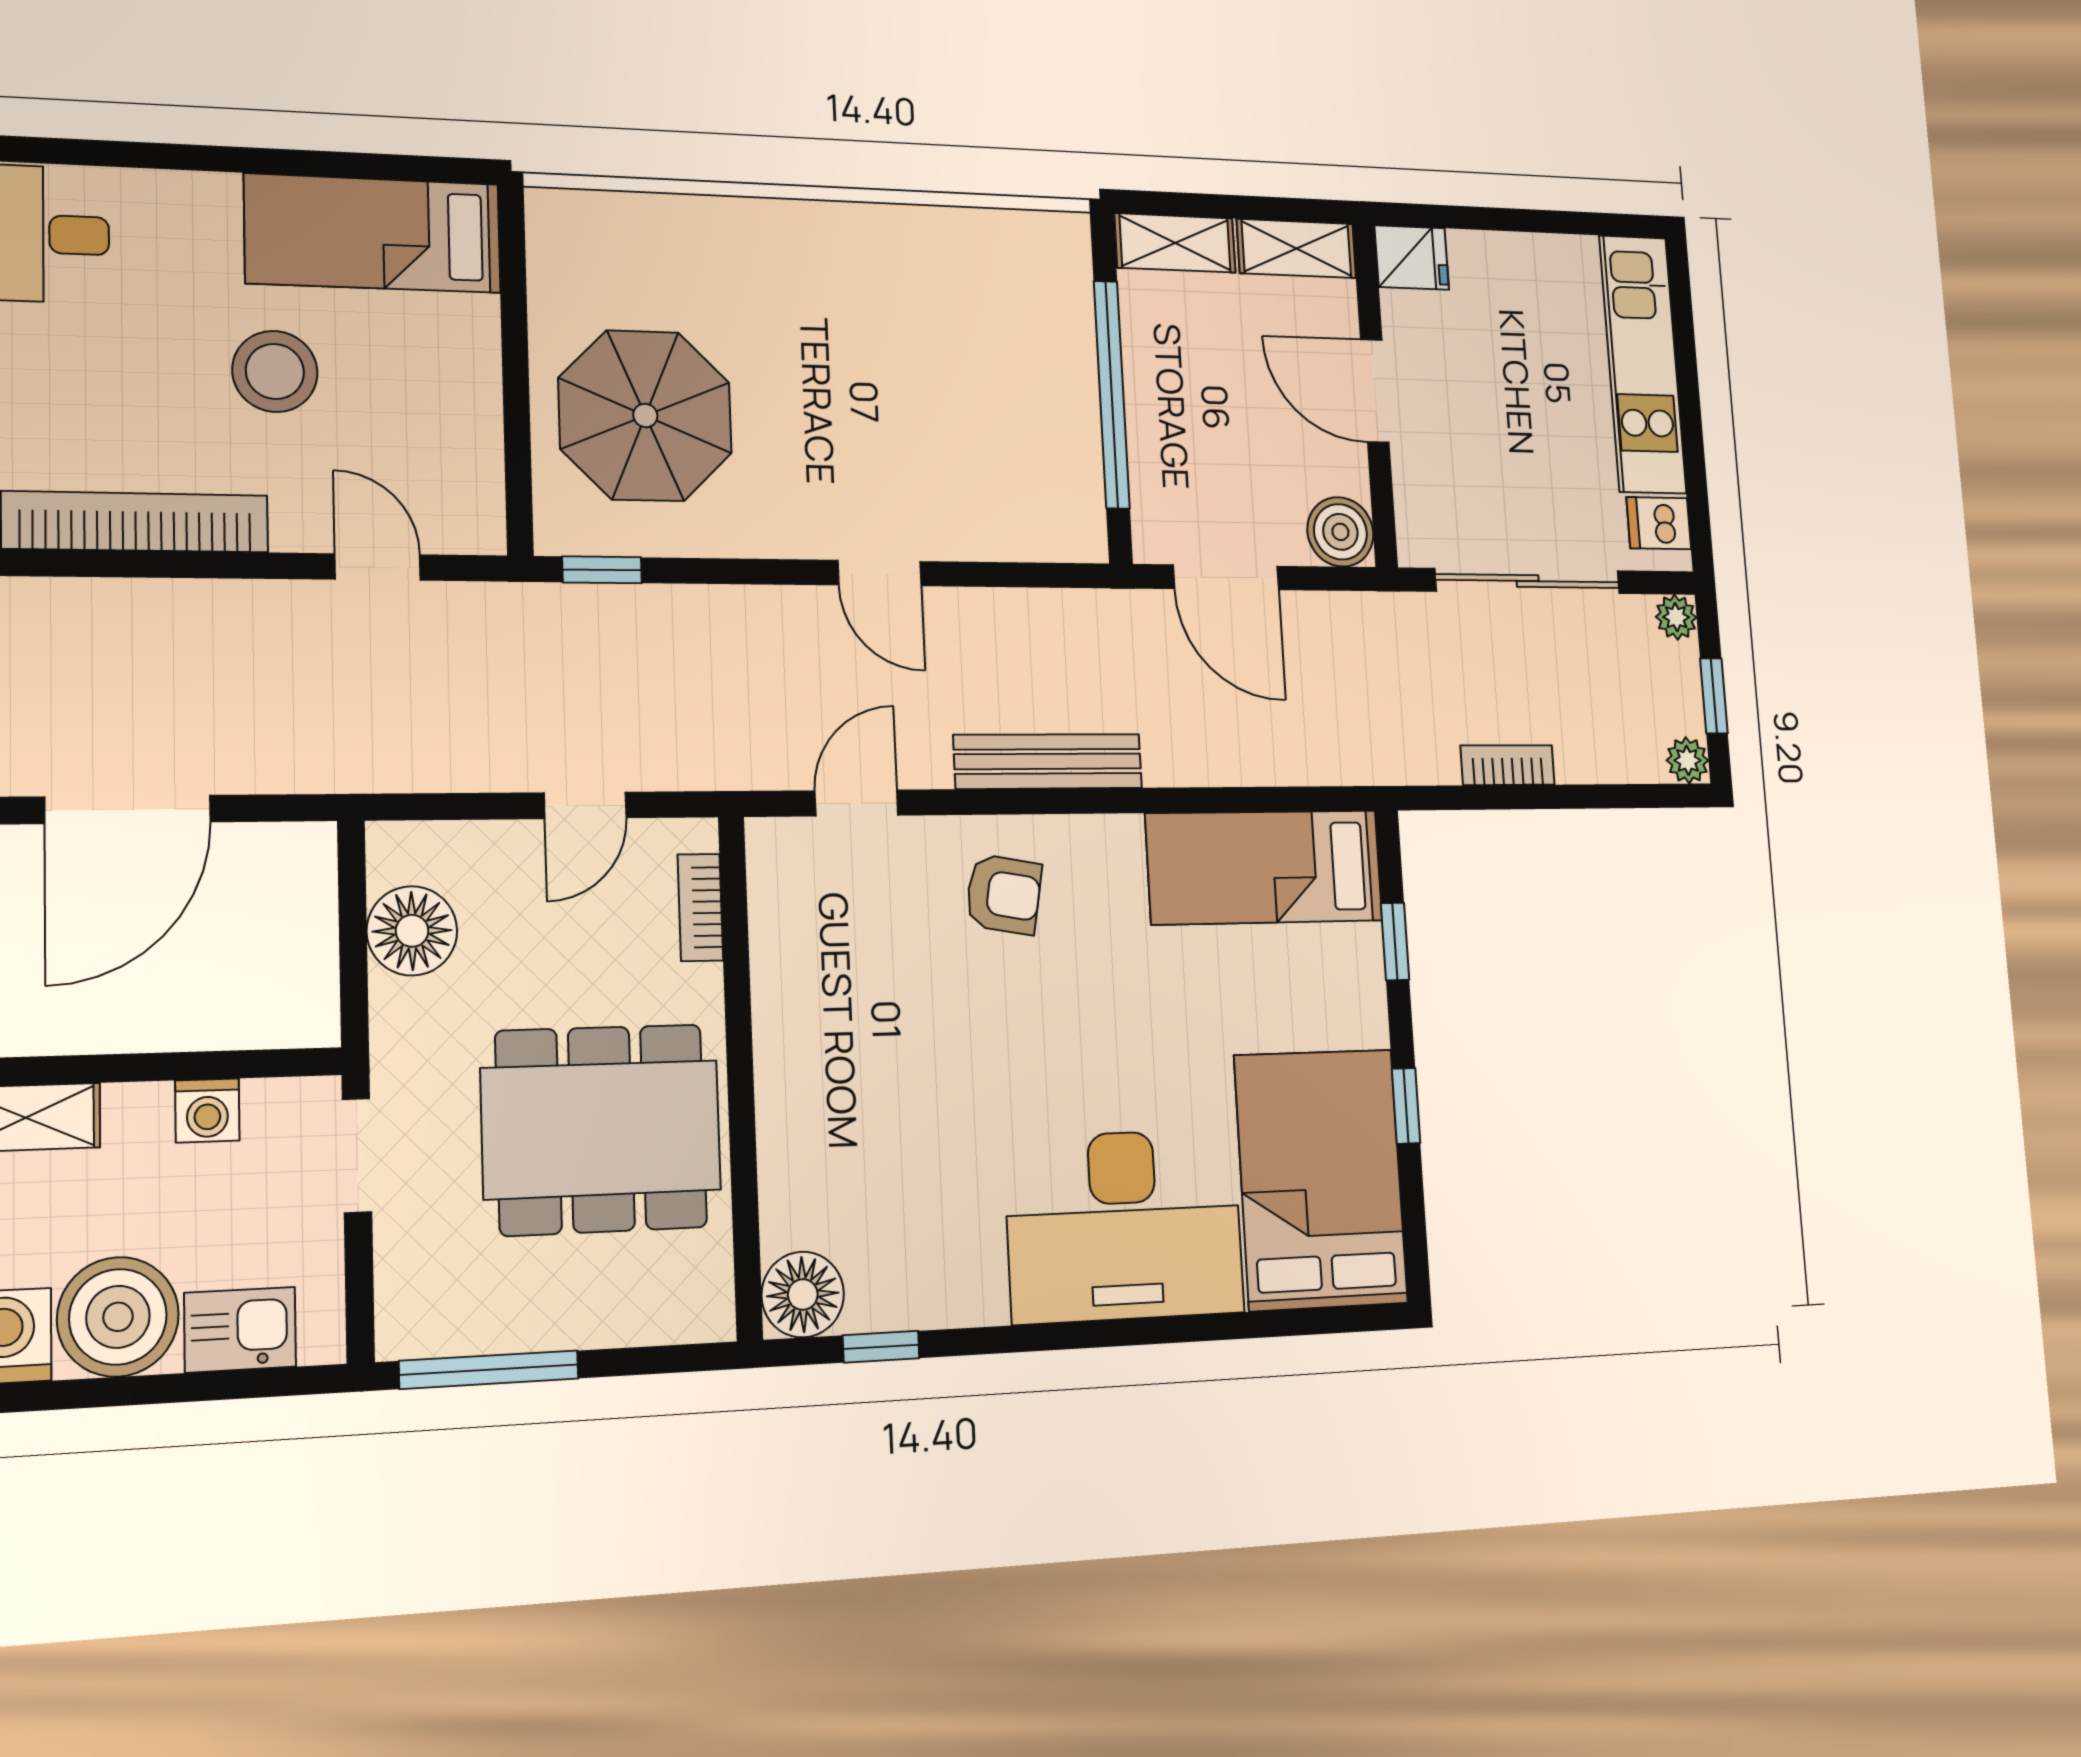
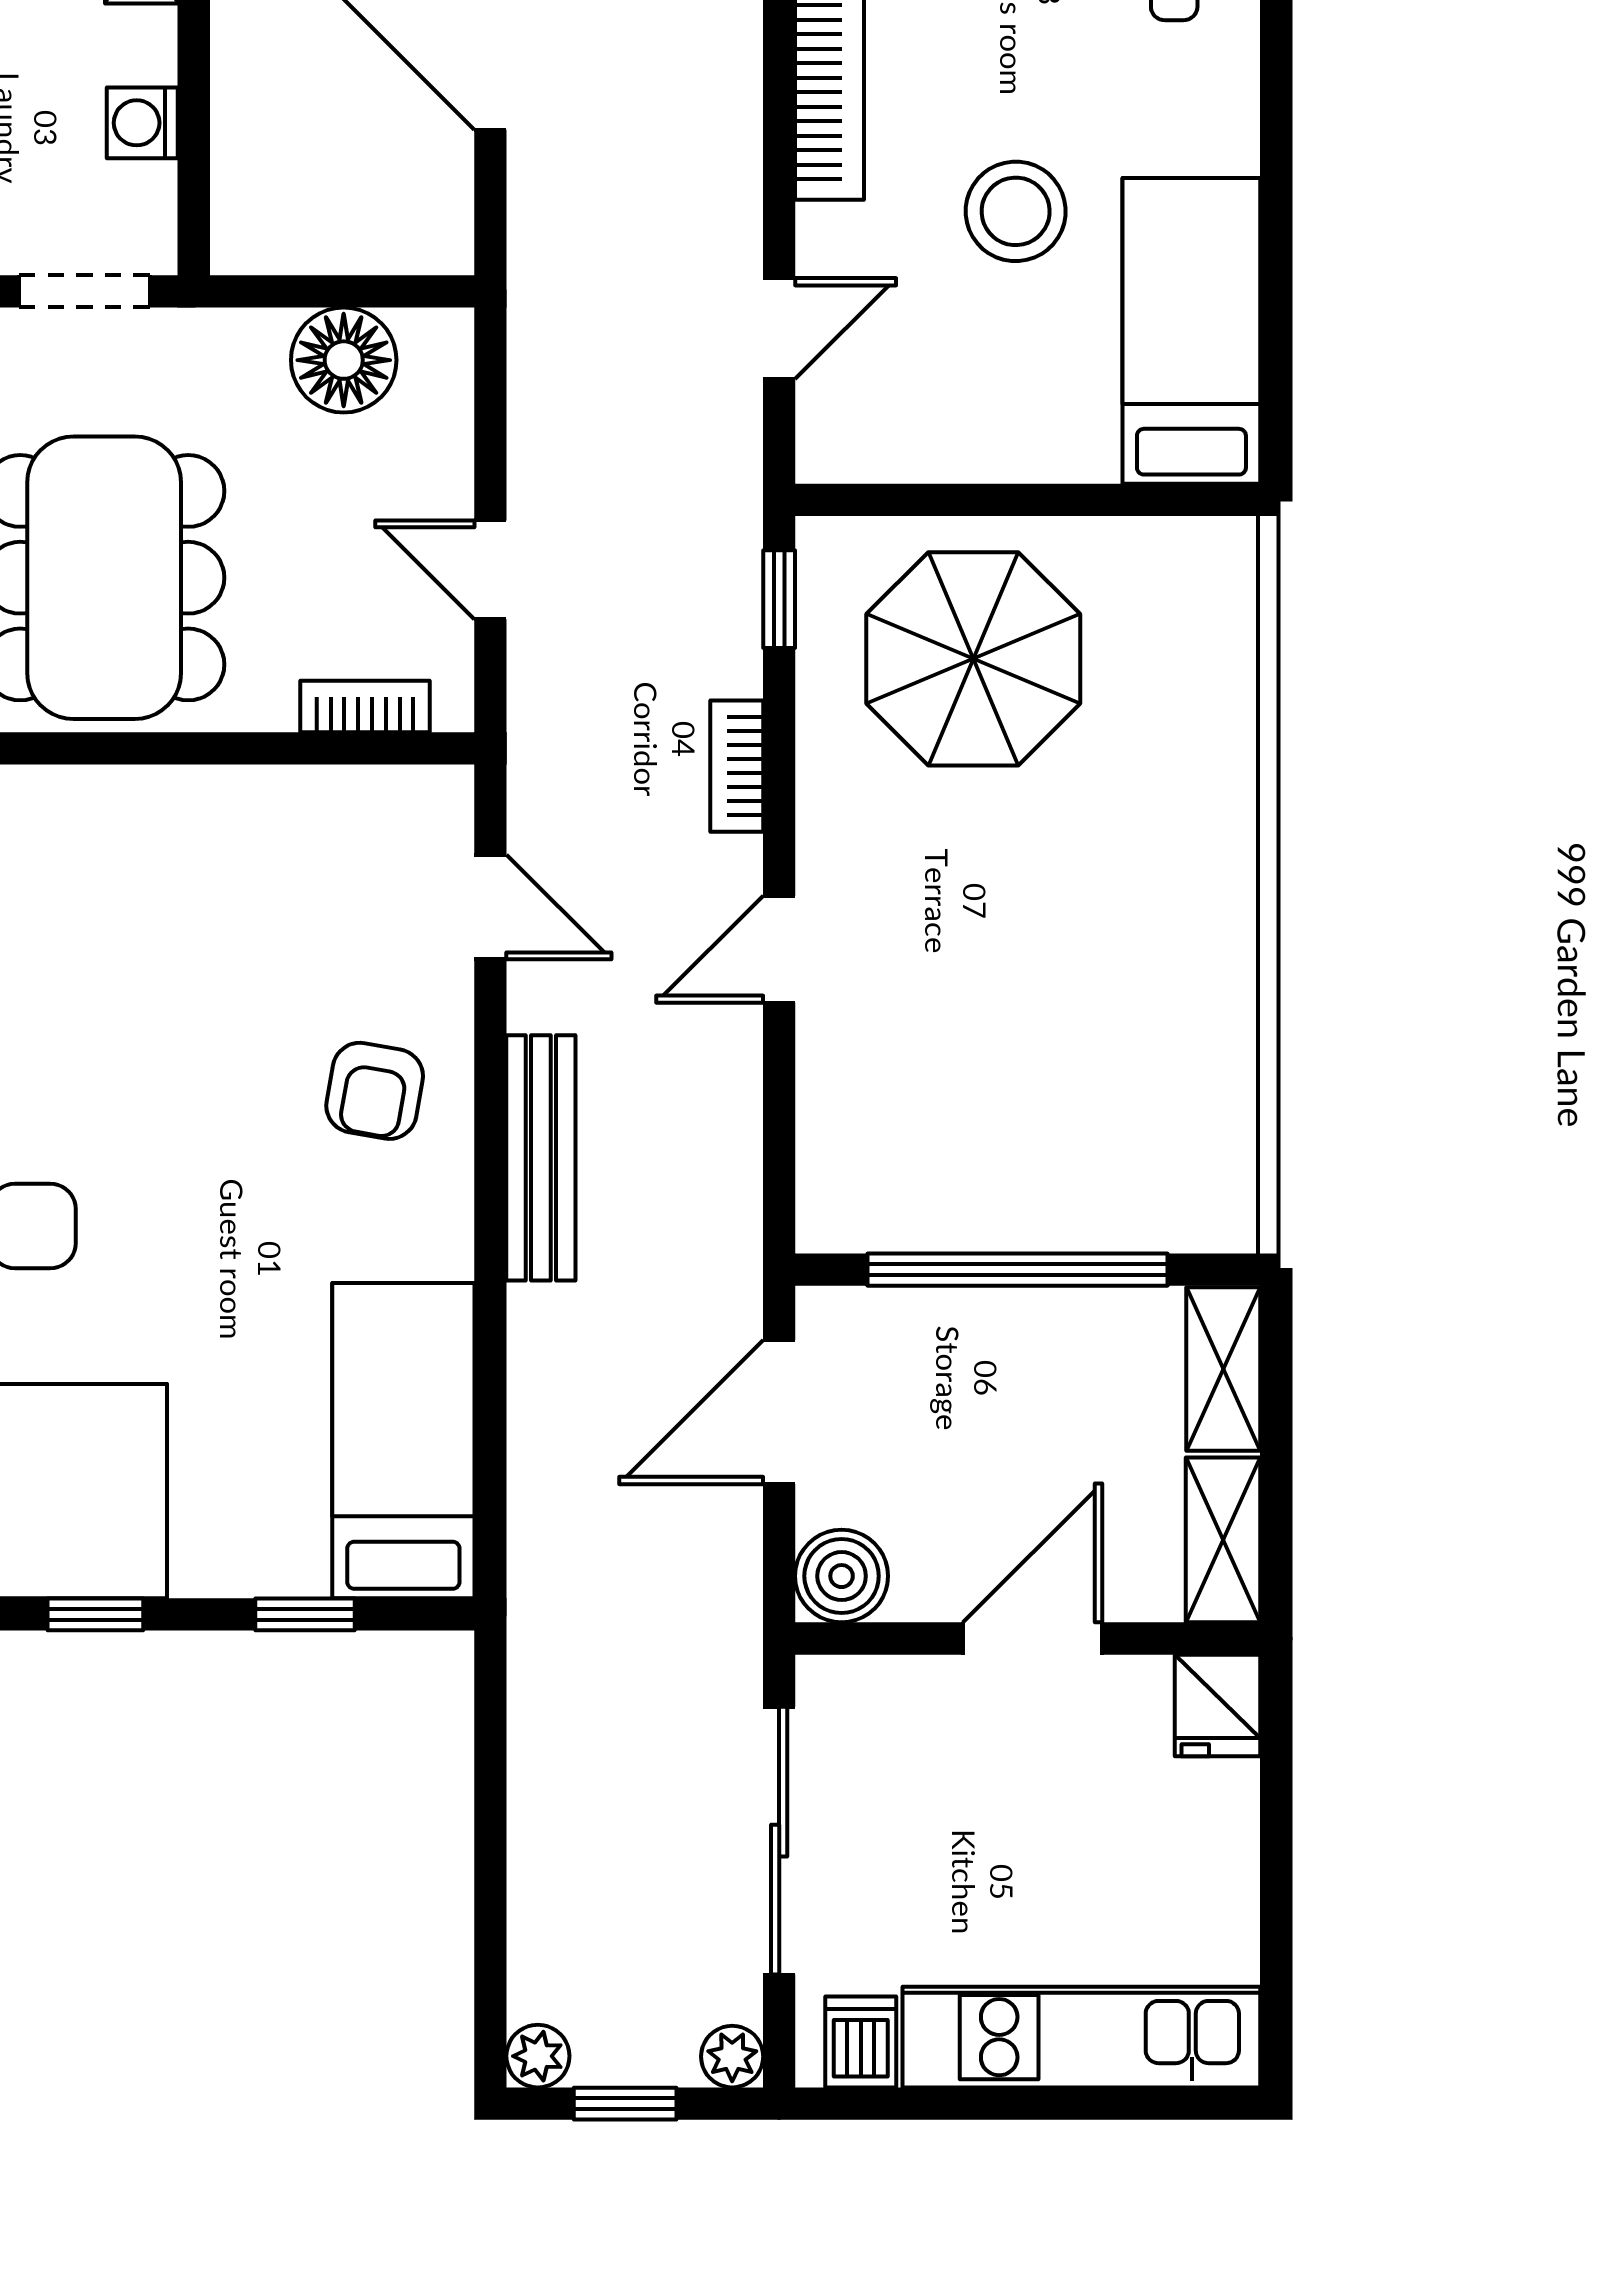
bookcase: (1508, 765) -> (737, 766), moved, turned 180

